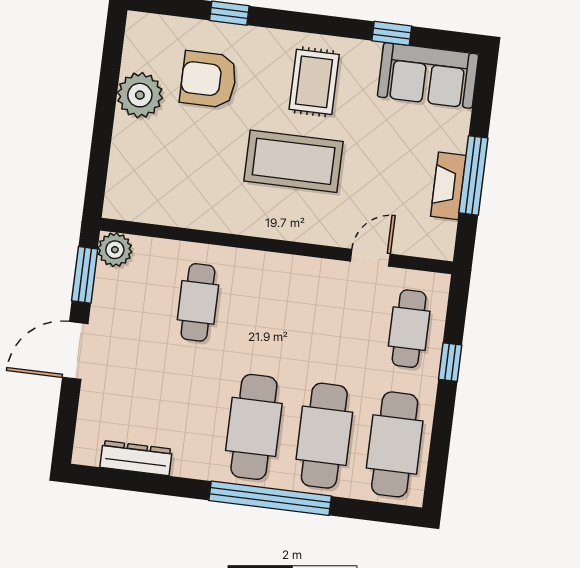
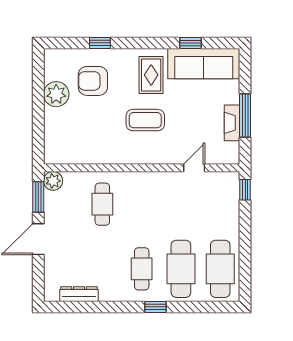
sofa: (428, 75) -> (204, 64), width x1.36
coffee table: (294, 161) -> (145, 120), width x0.73, depth x0.76
cafe table: (409, 329) -> (220, 204), removed
window: (450, 362) -> (245, 190), moved
cafe table: (254, 427) -> (142, 269), width x0.73, depth x0.74
window: (270, 498) -> (155, 307), width x0.32

